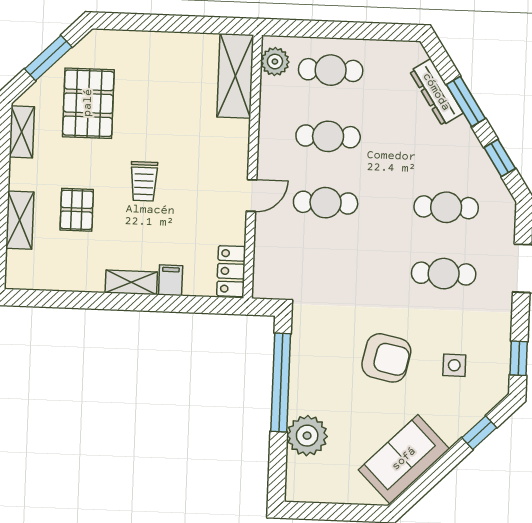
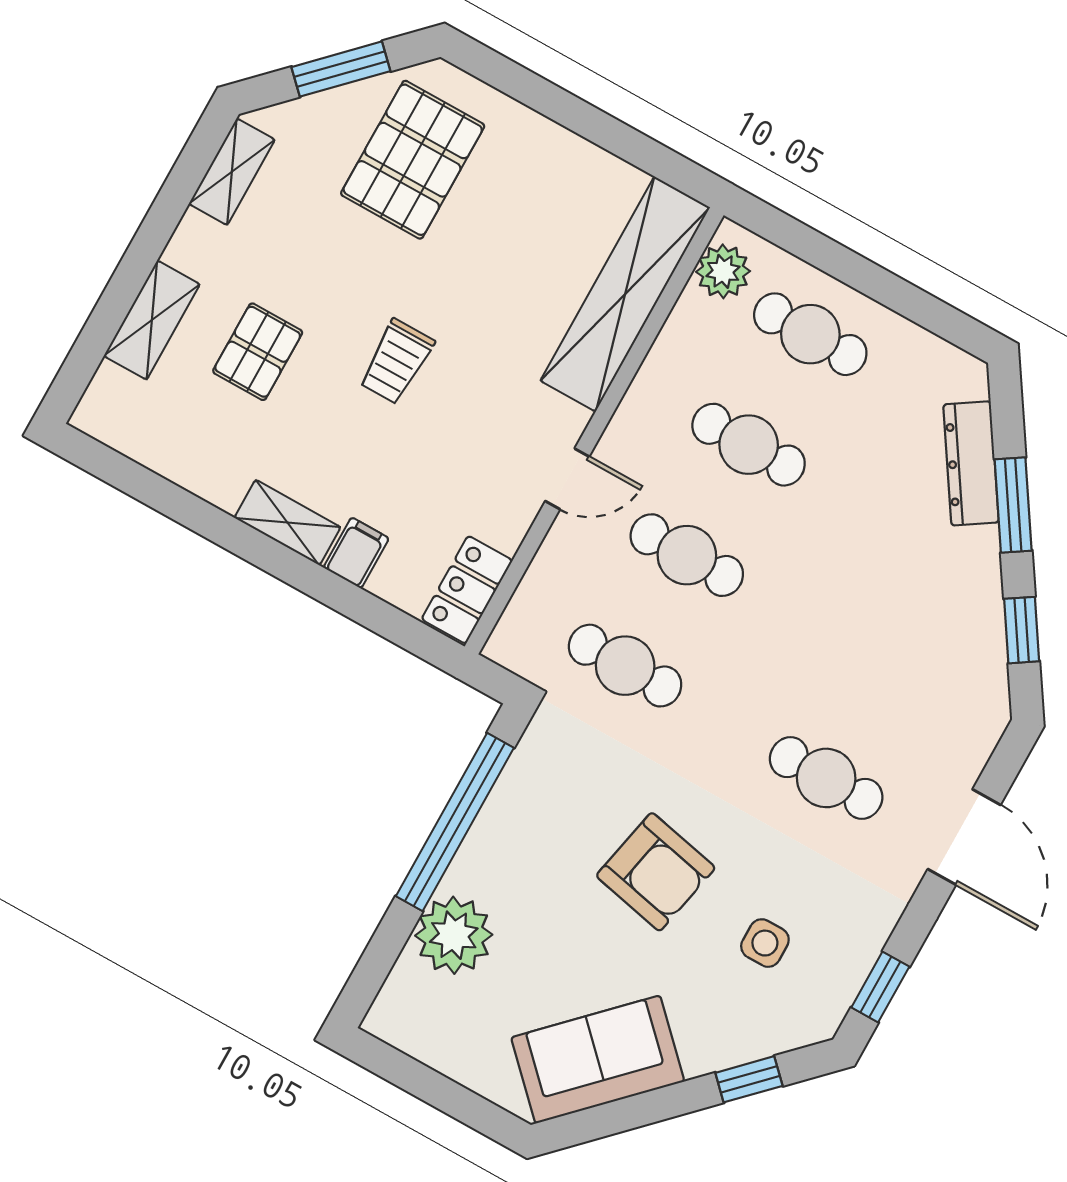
shelving: (235, 76) -> (625, 294), width x1.47
pallet: (88, 103) -> (413, 160), moved
cafe table: (446, 207) -> (625, 666), moved

